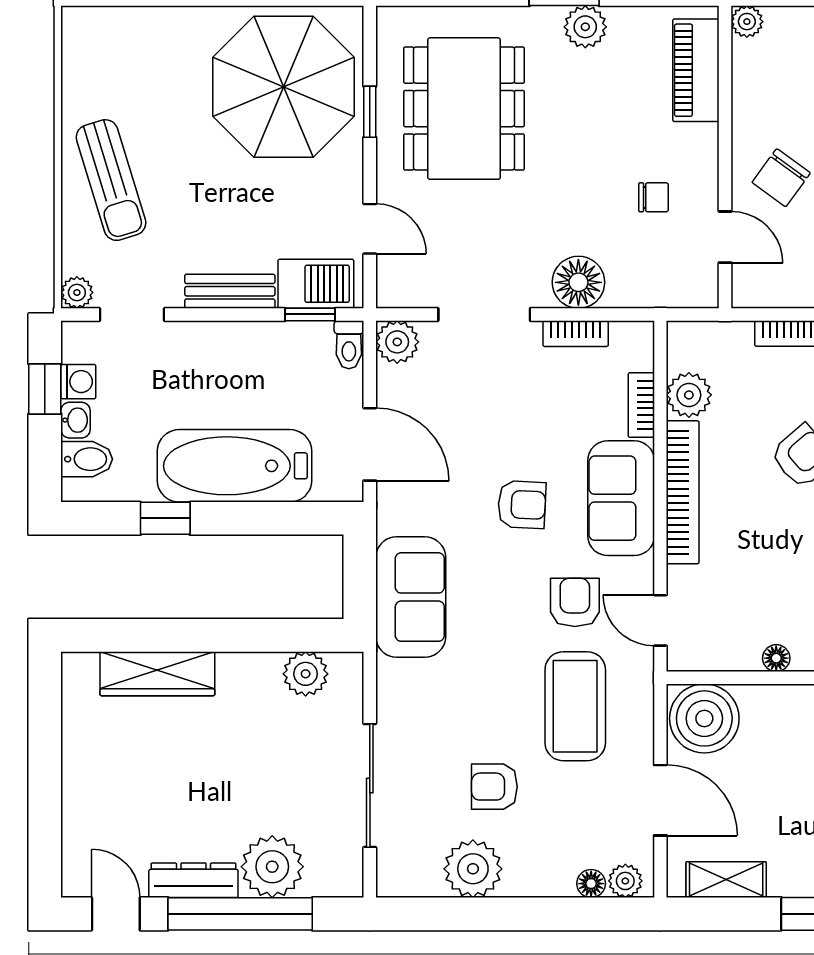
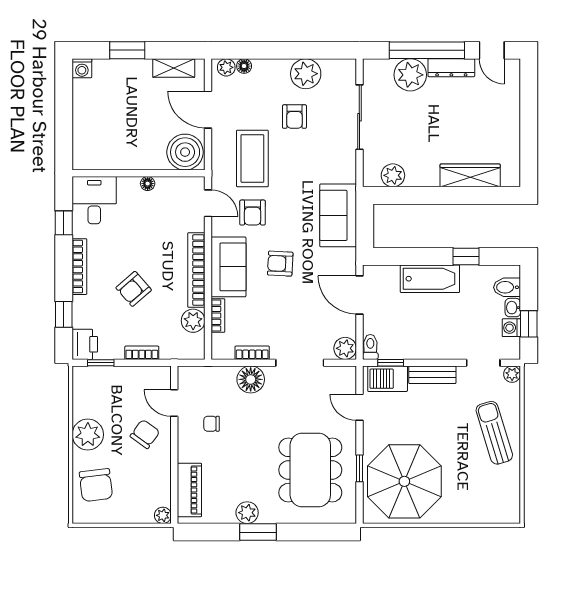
bathtub: (235, 466) -> (430, 279), width x0.73, depth x0.73
armchair: (494, 787) -> (294, 117), turned 90

